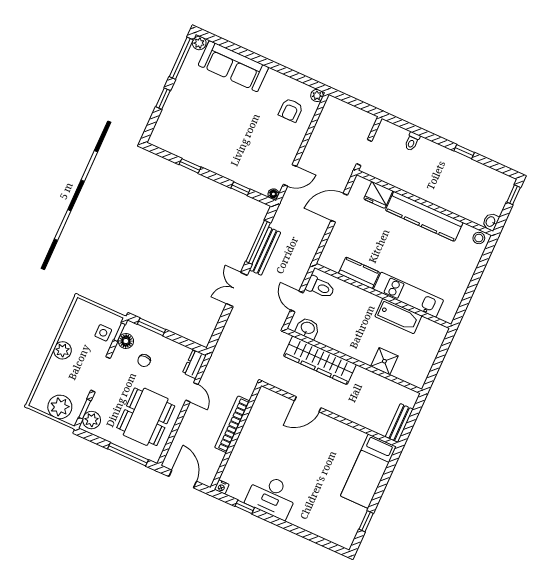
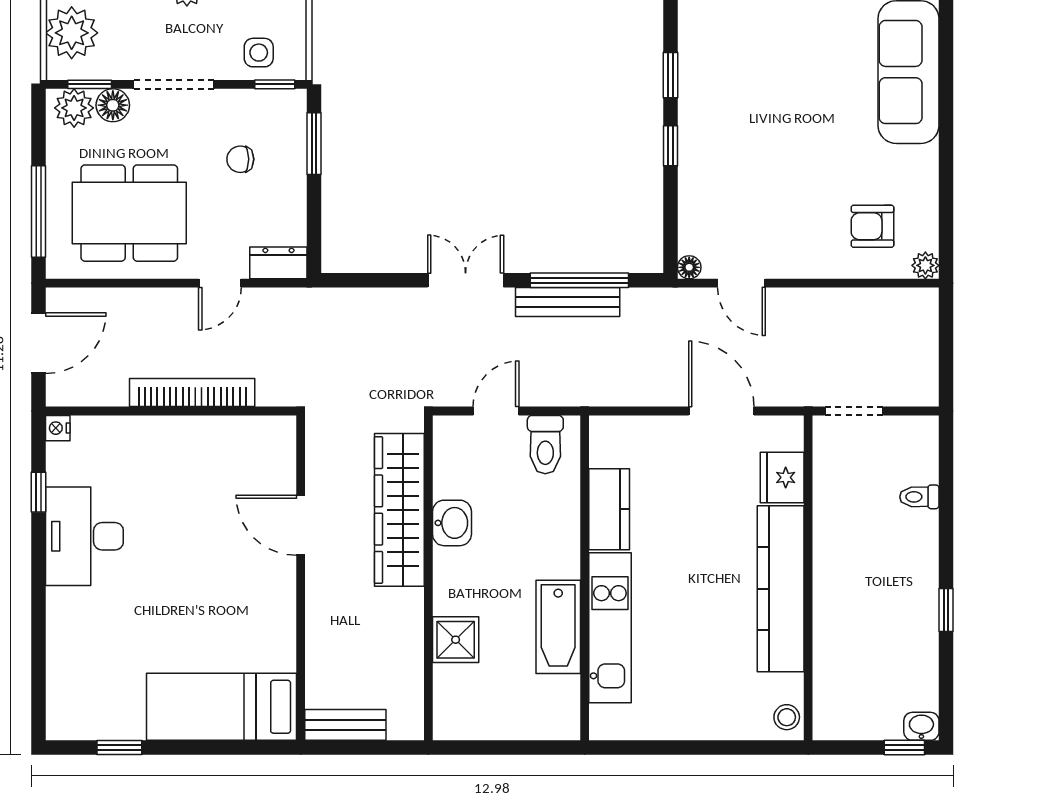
window: (240, 189) -> (670, 146), moved
washbasin: (491, 222) -> (921, 726), moved
washbasin: (308, 328) -> (452, 523), moved
floor lamp: (126, 341) -> (113, 105), moved

